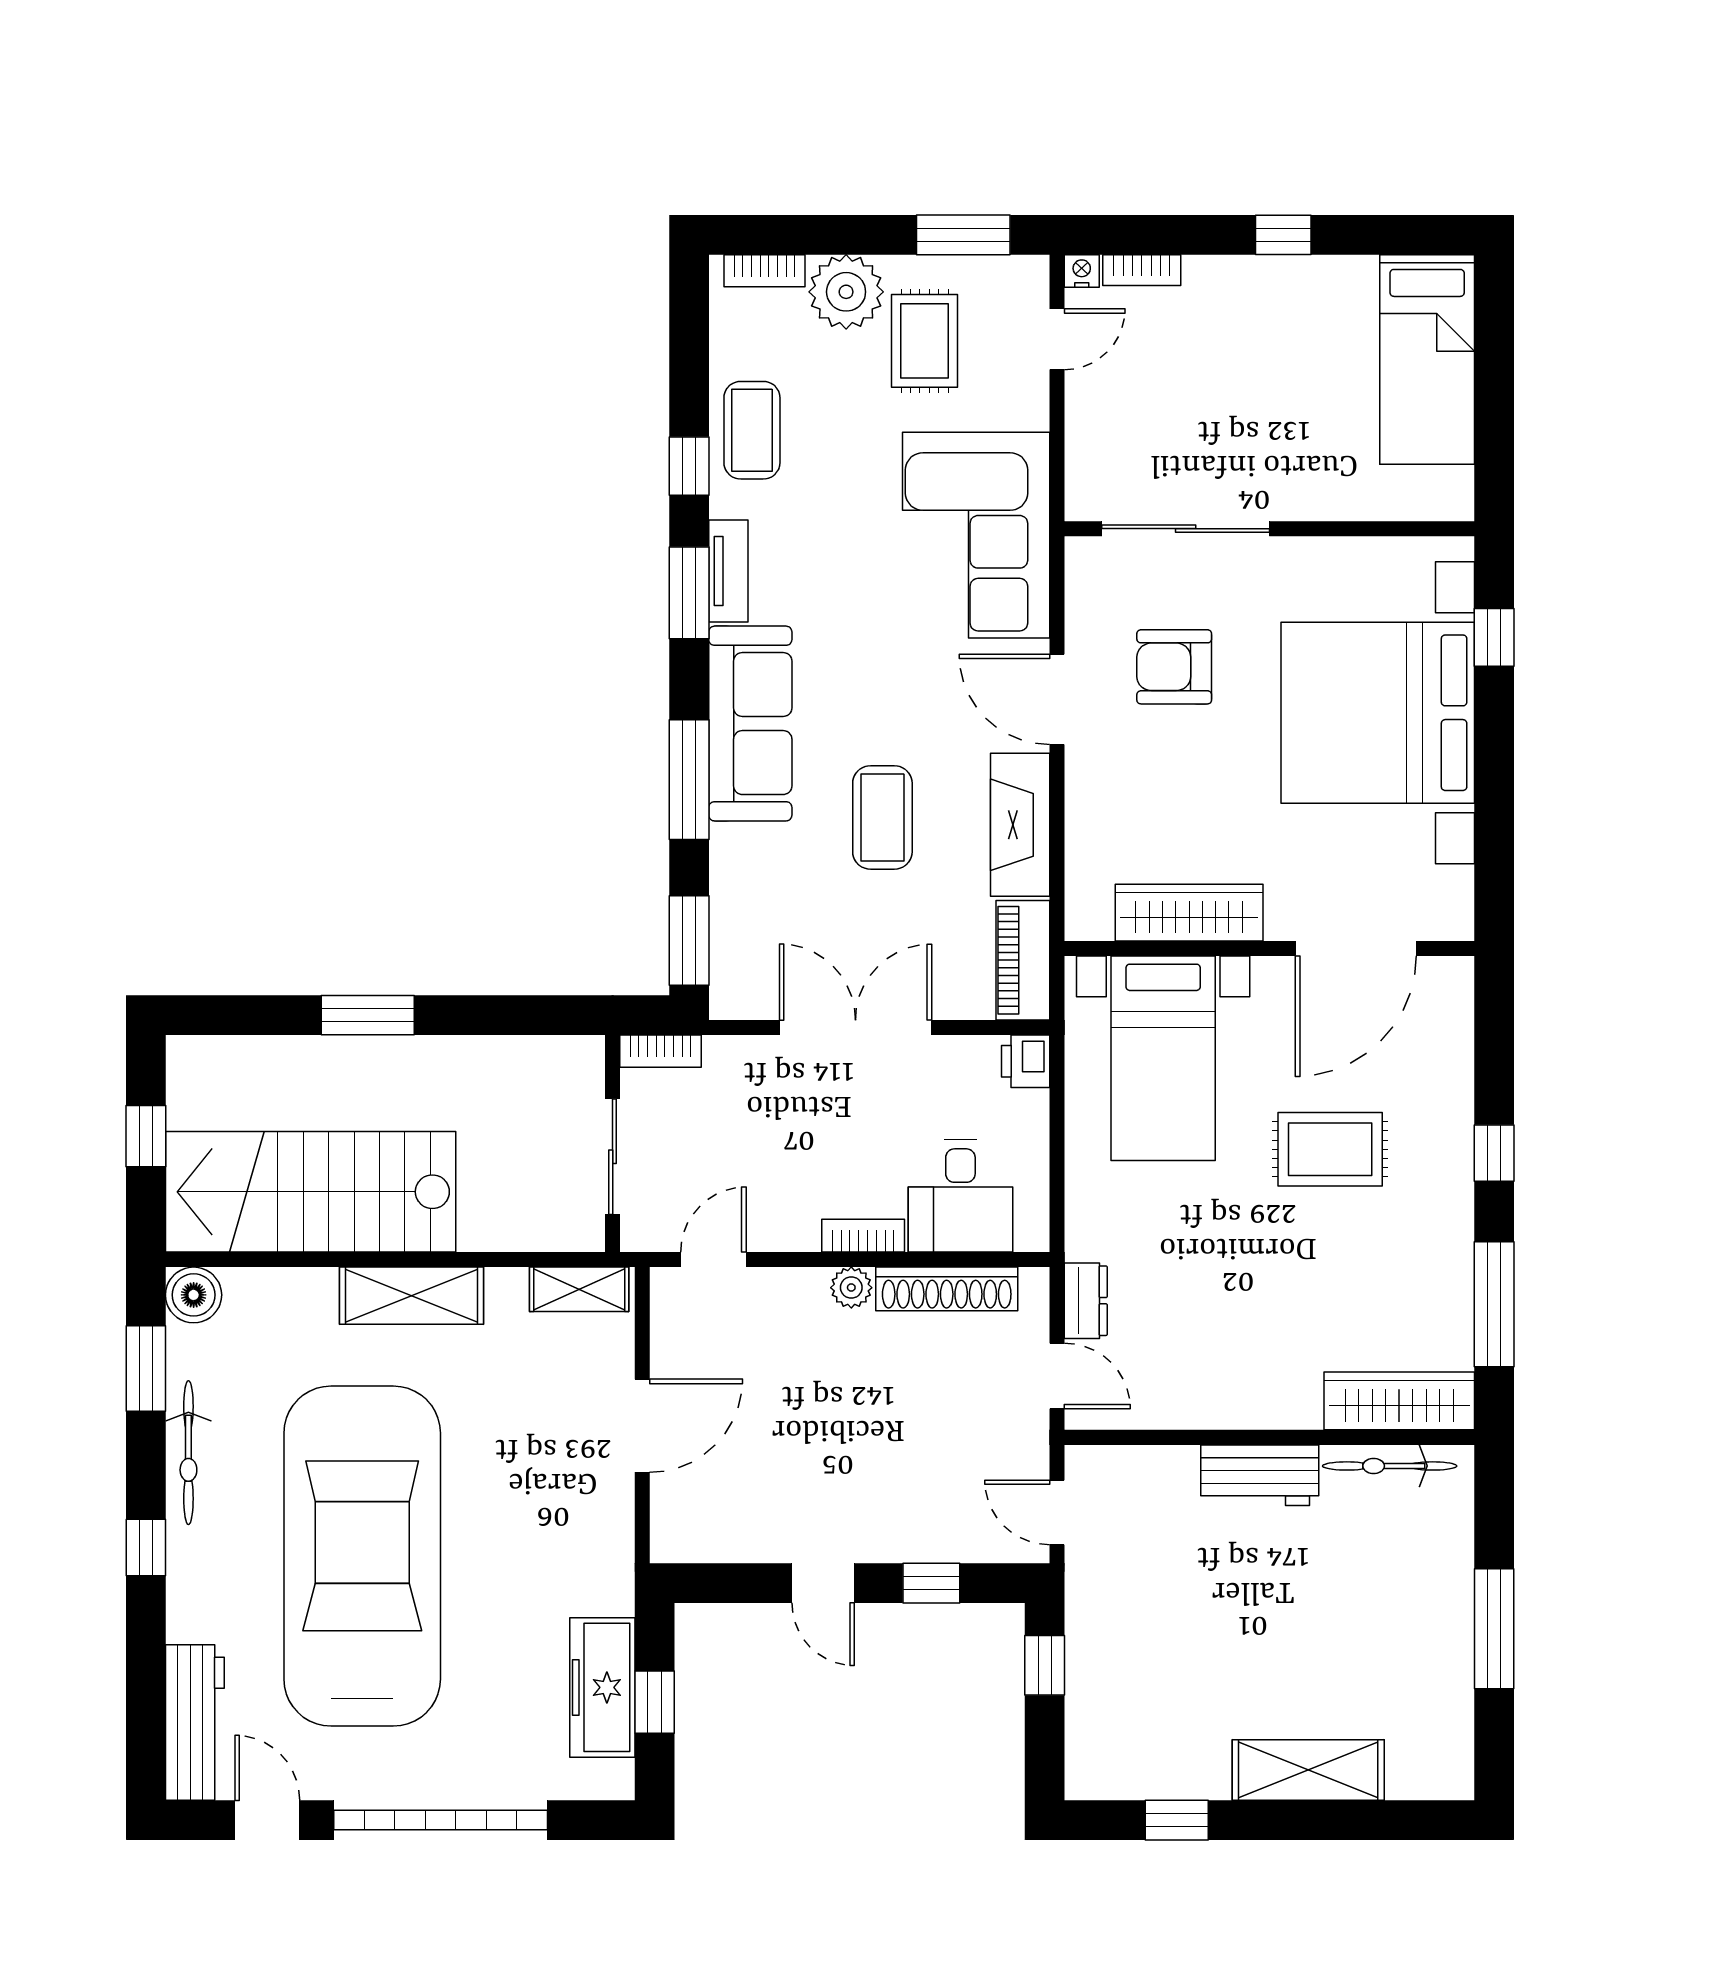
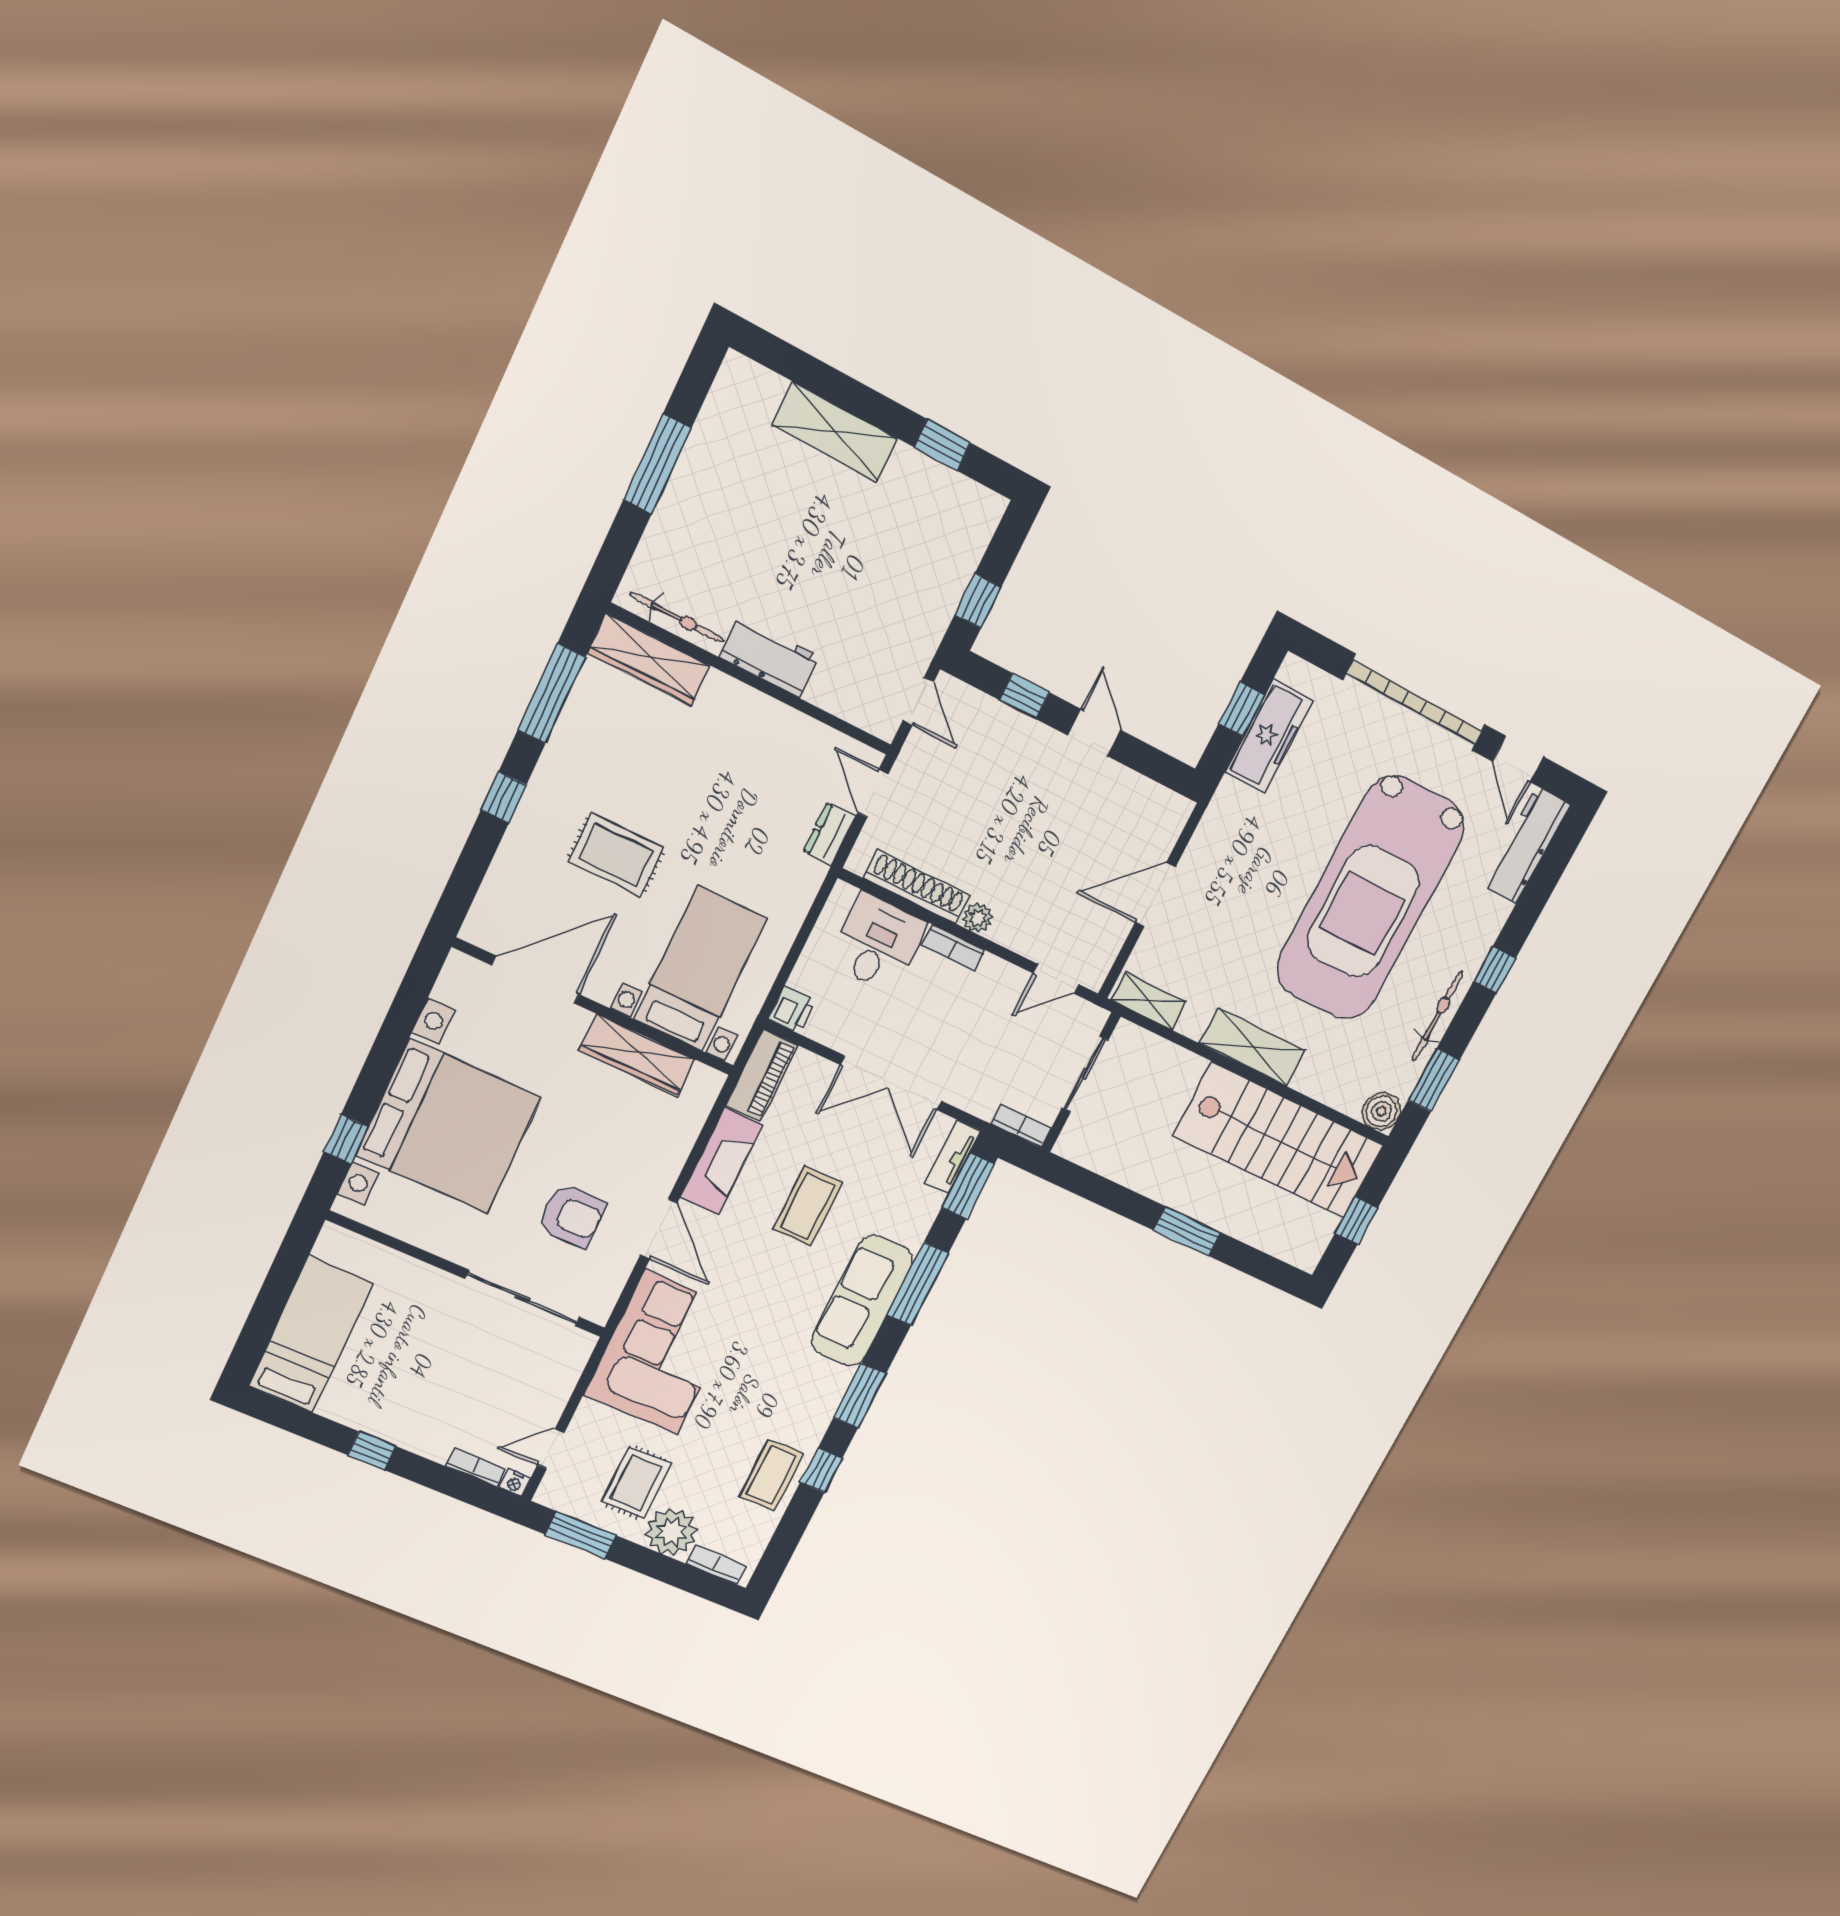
tv unit: (728, 571) -> (953, 1157), moved

